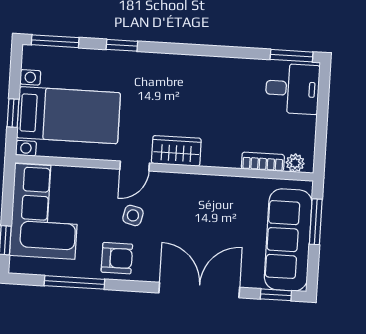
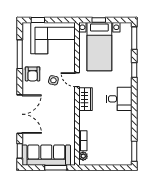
desk: (292, 89) -> (119, 99), moved, turned -90

